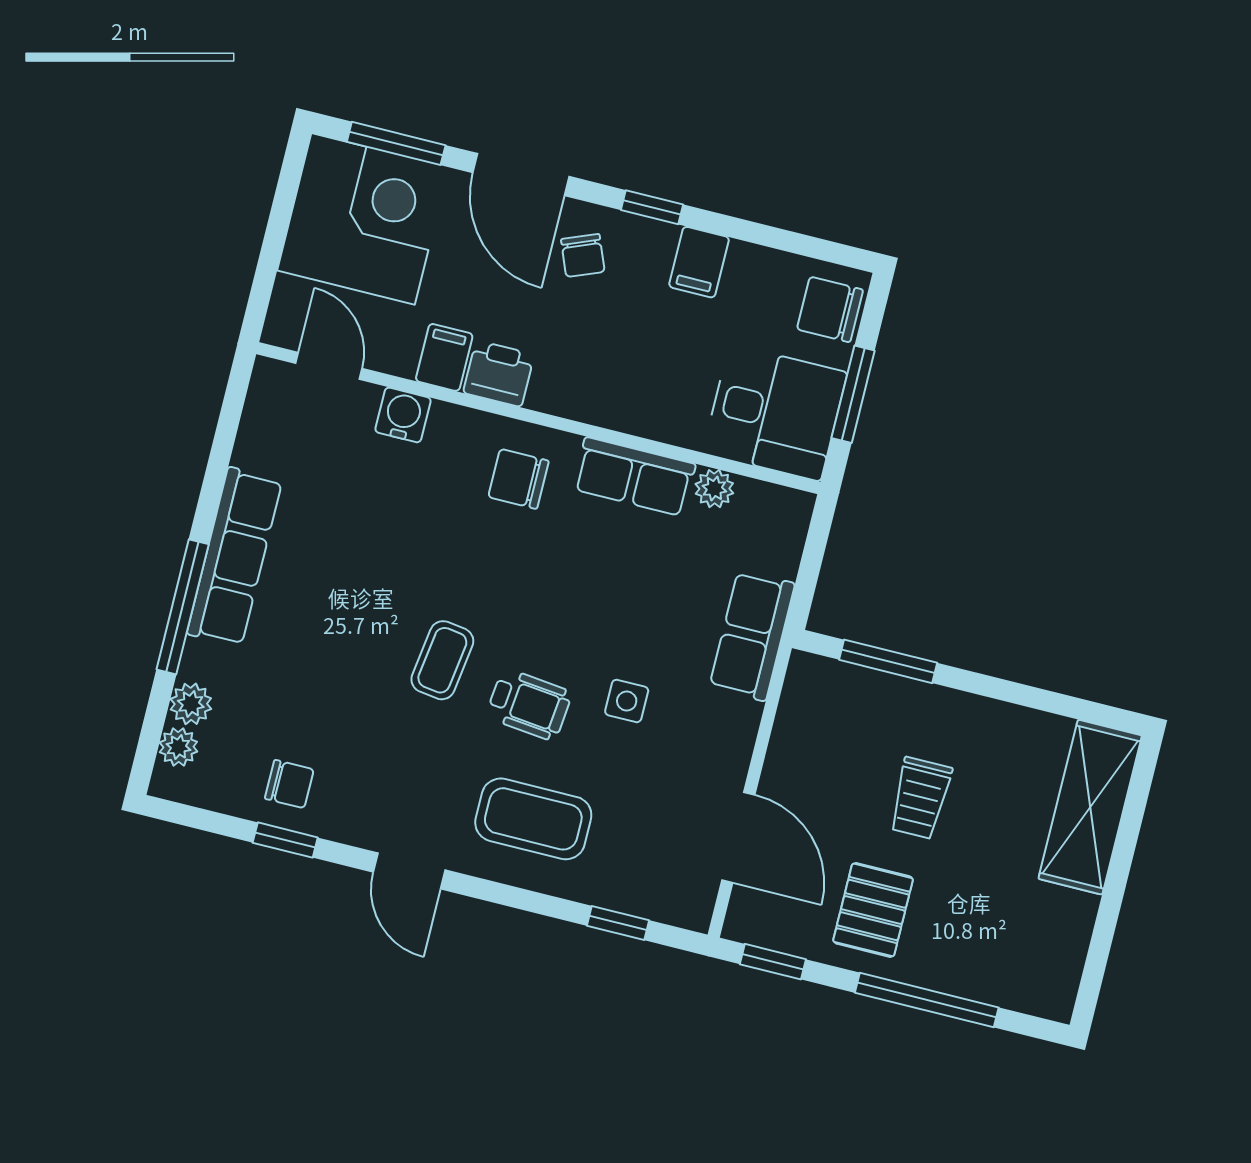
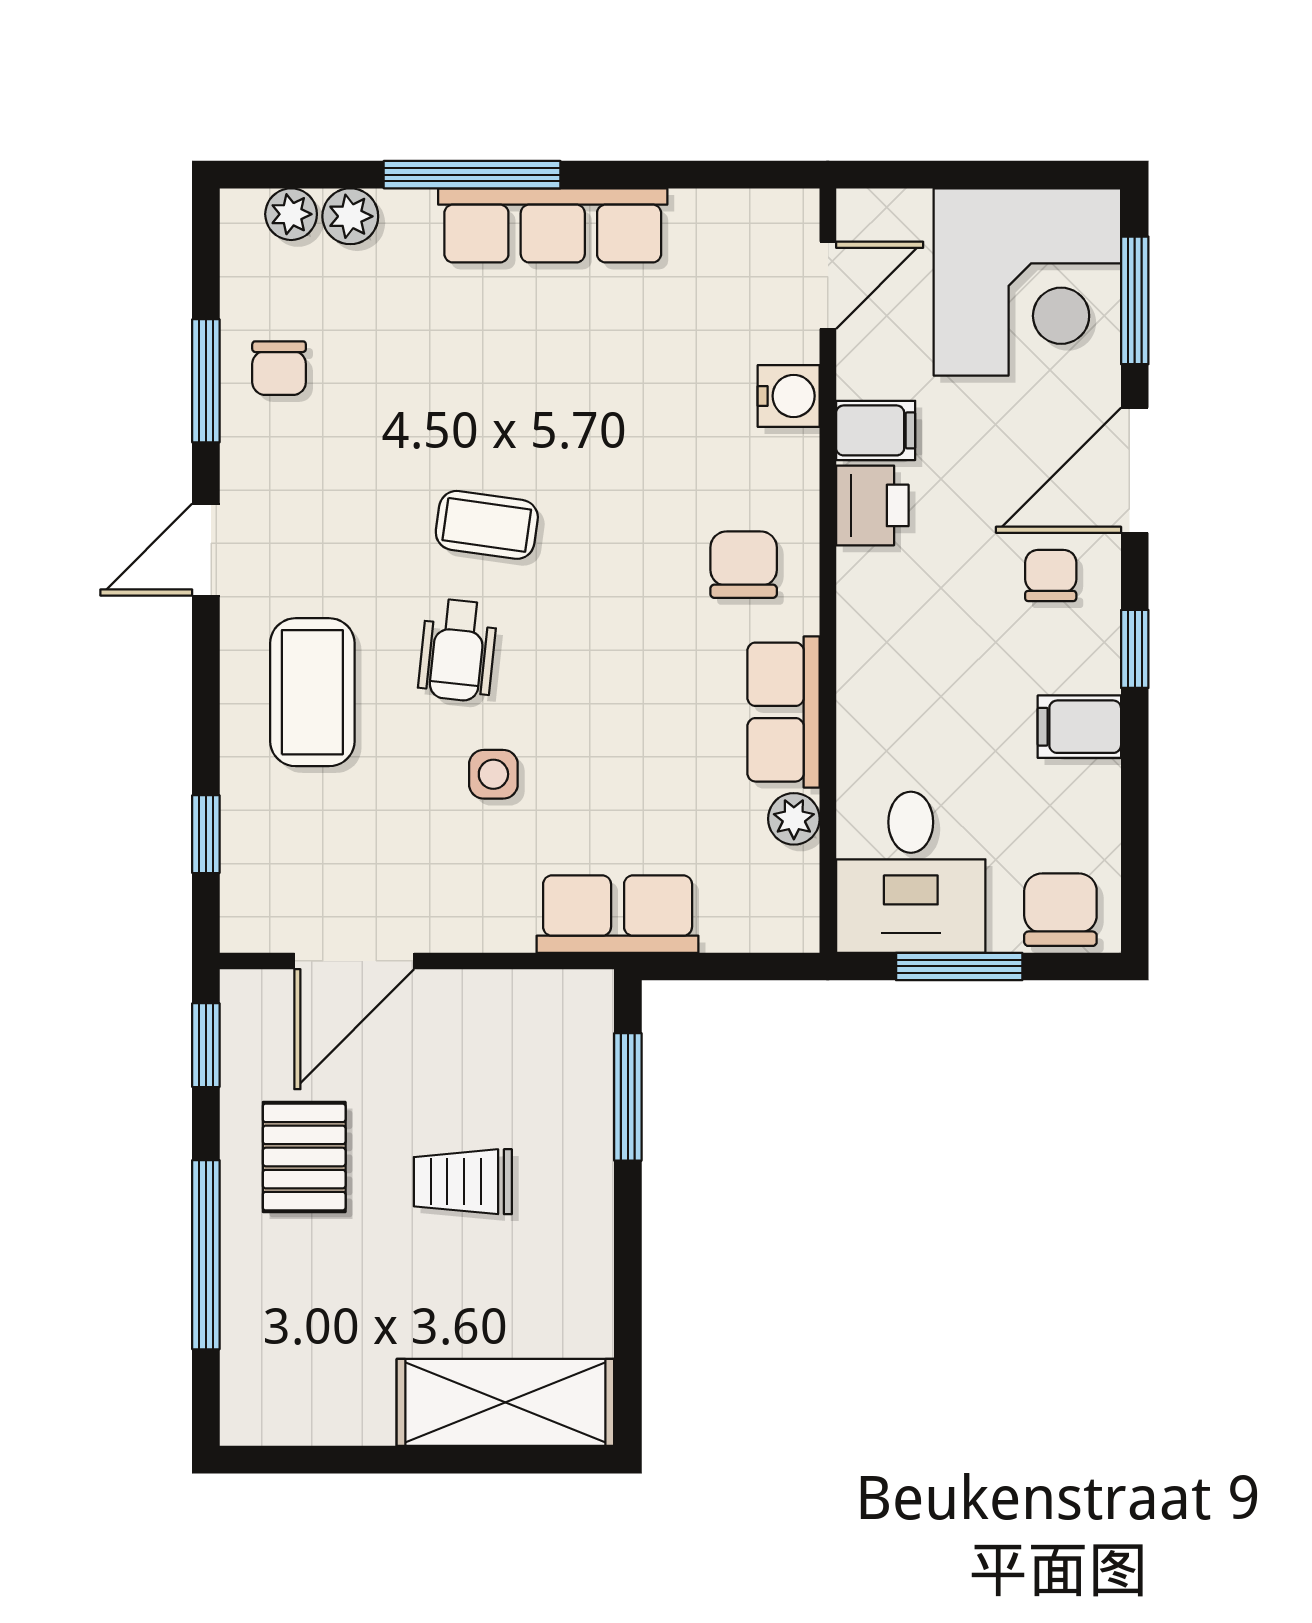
chair: (583, 255) -> (1051, 576), turned 112
window: (285, 840) -> (206, 381), width x1.50
pallet: (873, 910) -> (304, 1157), turned 90

